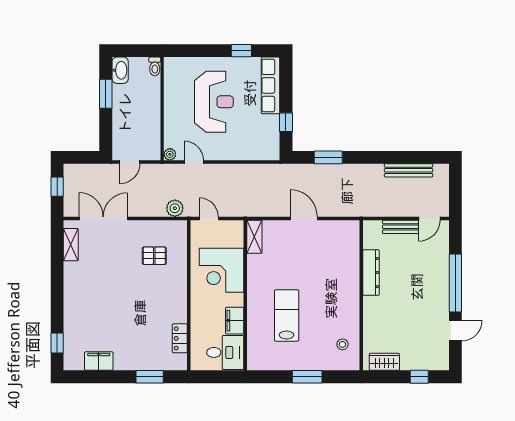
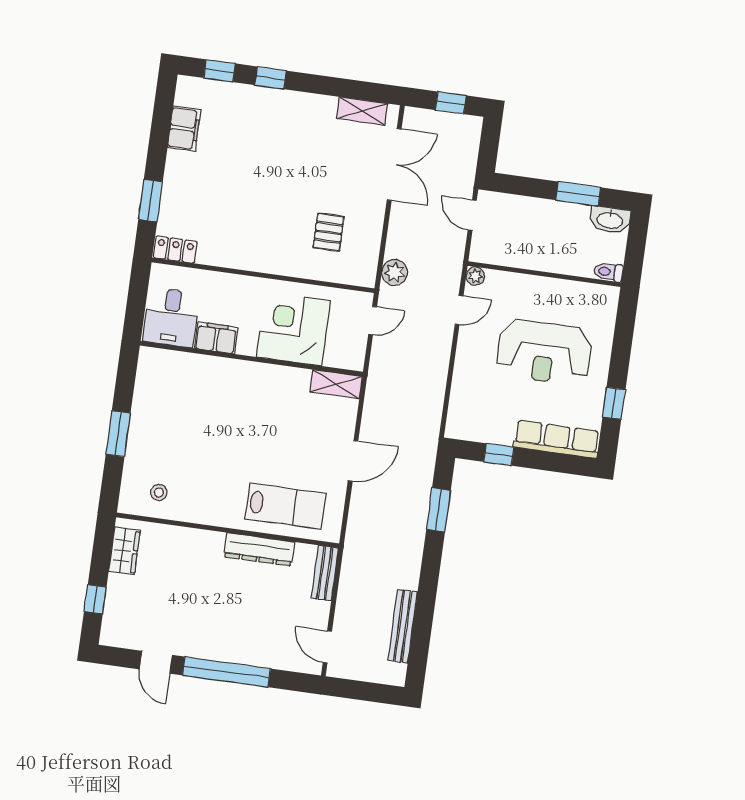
bench: (400, 227) -> (325, 573), moved
window: (57, 308) -> (271, 78), added
lab bench: (287, 315) -> (286, 506), moved
locker: (180, 338) -> (175, 250), moved

